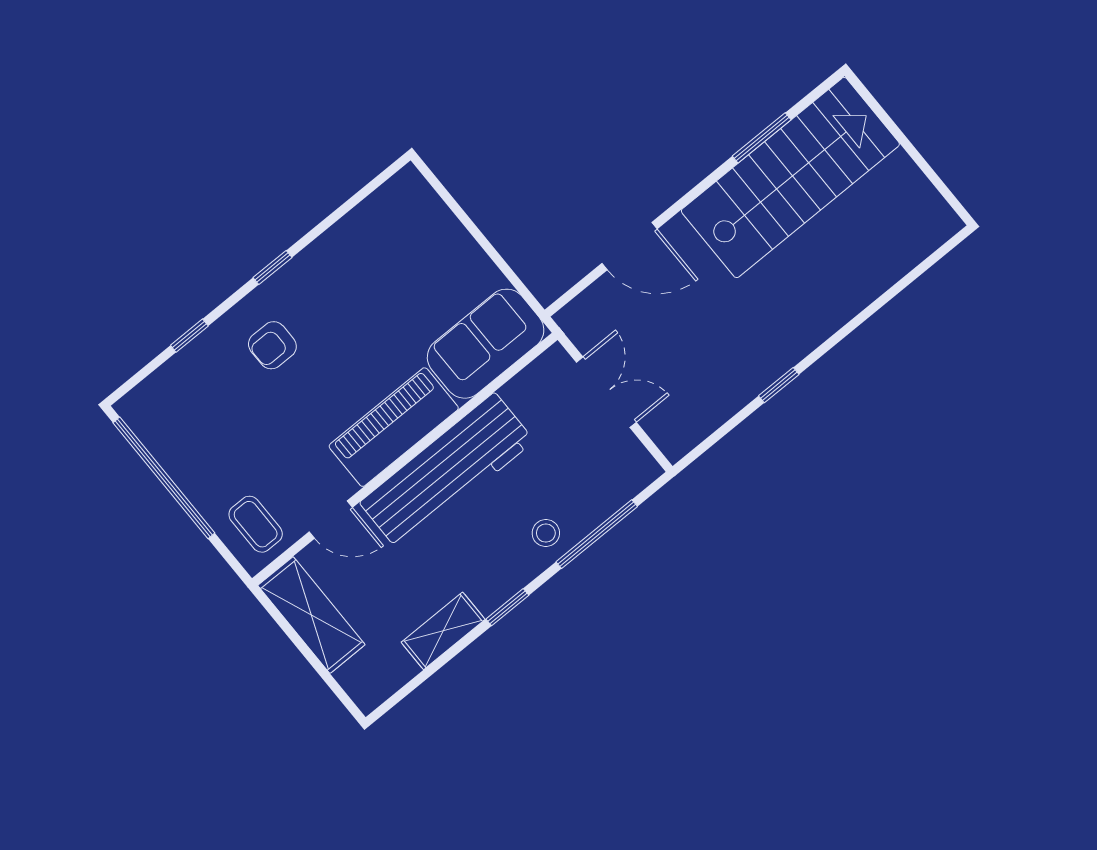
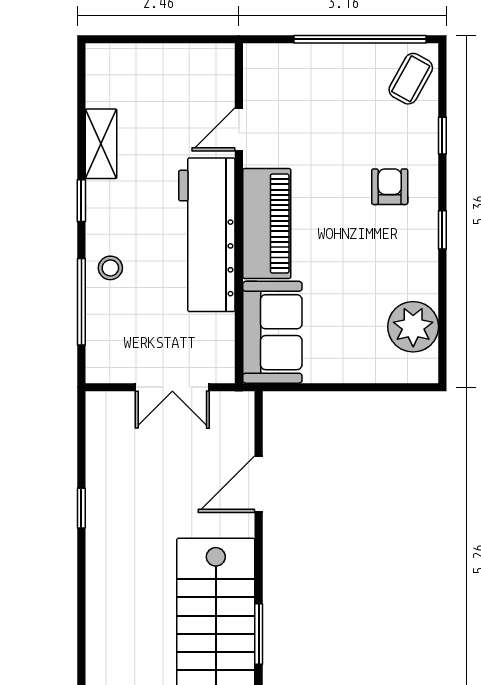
plant: (379, 223) -> (413, 327), added
coffee table: (256, 524) -> (411, 79), moved, turned -61
shelving: (311, 615) -> (185, 63), removed

